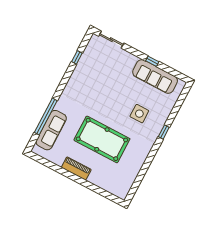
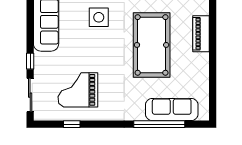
window: (152, 61) -> (30, 61), moved
grand piano: (98, 74) -> (78, 90), added
piano: (76, 169) -> (201, 34), moved

